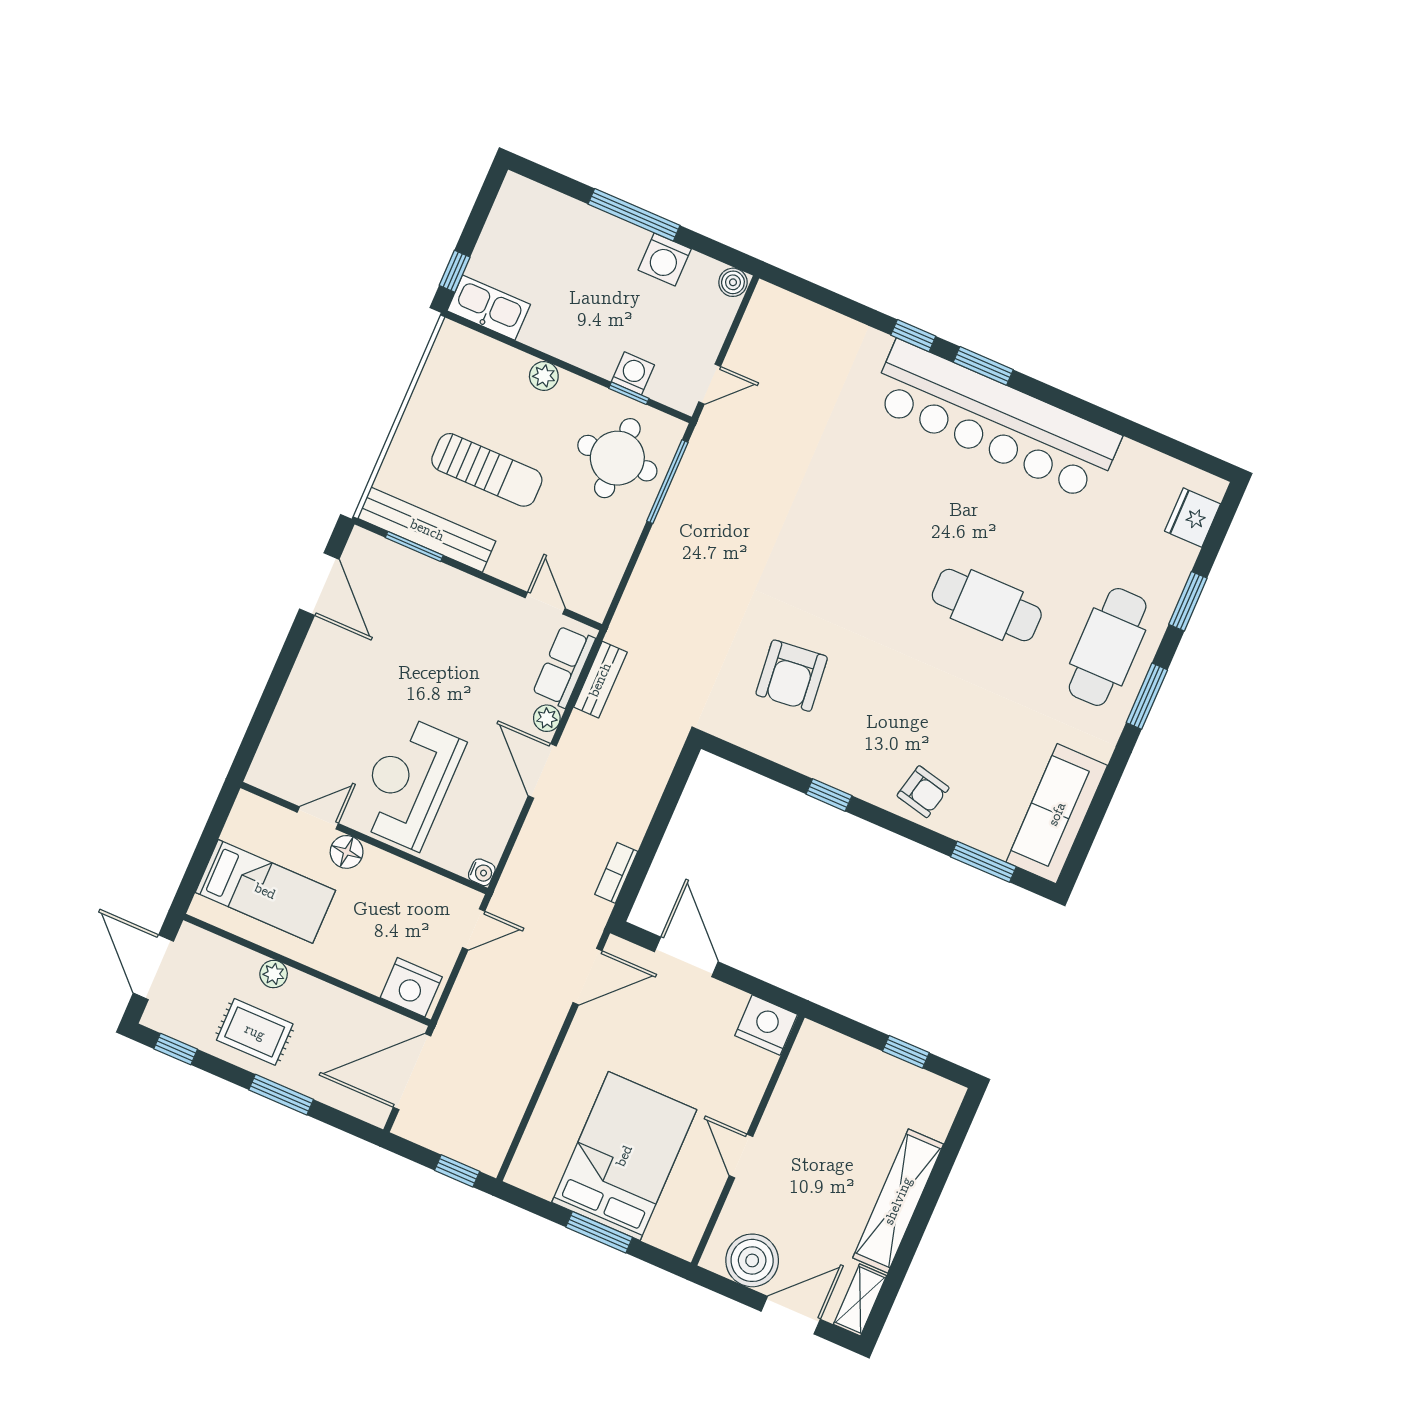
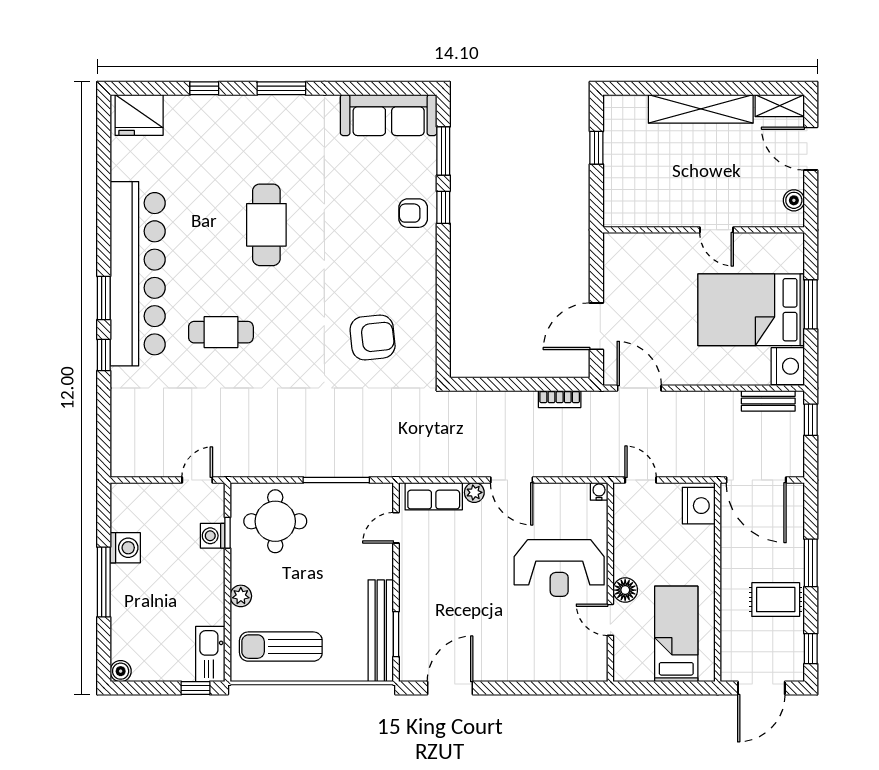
boiler: (733, 282) -> (121, 671), moved
door: (710, 384) -> (197, 480), hinge flipped
sun lounger: (487, 470) -> (281, 647), moved, turned -90
window: (667, 482) -> (336, 480), moved
fridge: (1193, 518) -> (139, 115), width x1.36, depth x1.34
window: (1188, 601) -> (204, 88), width x0.67
cafe table: (1108, 647) -> (221, 332), moved, width x0.73, depth x0.74
bench: (600, 680) -> (768, 401), moved
door: (542, 771) -> (512, 480), hinge flipped
armchair: (923, 792) -> (413, 213), turned -103
window: (829, 795) -> (443, 207), moved
plant: (274, 974) -> (730, 604), removed
nightstand: (766, 1025) -> (788, 366), moved, turned 180
rug: (255, 1032) -> (776, 600), turned 90
door: (741, 1156) -> (717, 230), hinge flipped
boiler: (752, 1260) -> (794, 200), width x0.54, depth x0.54

